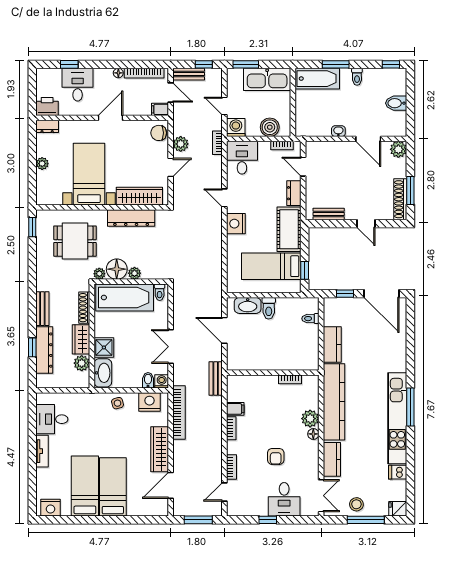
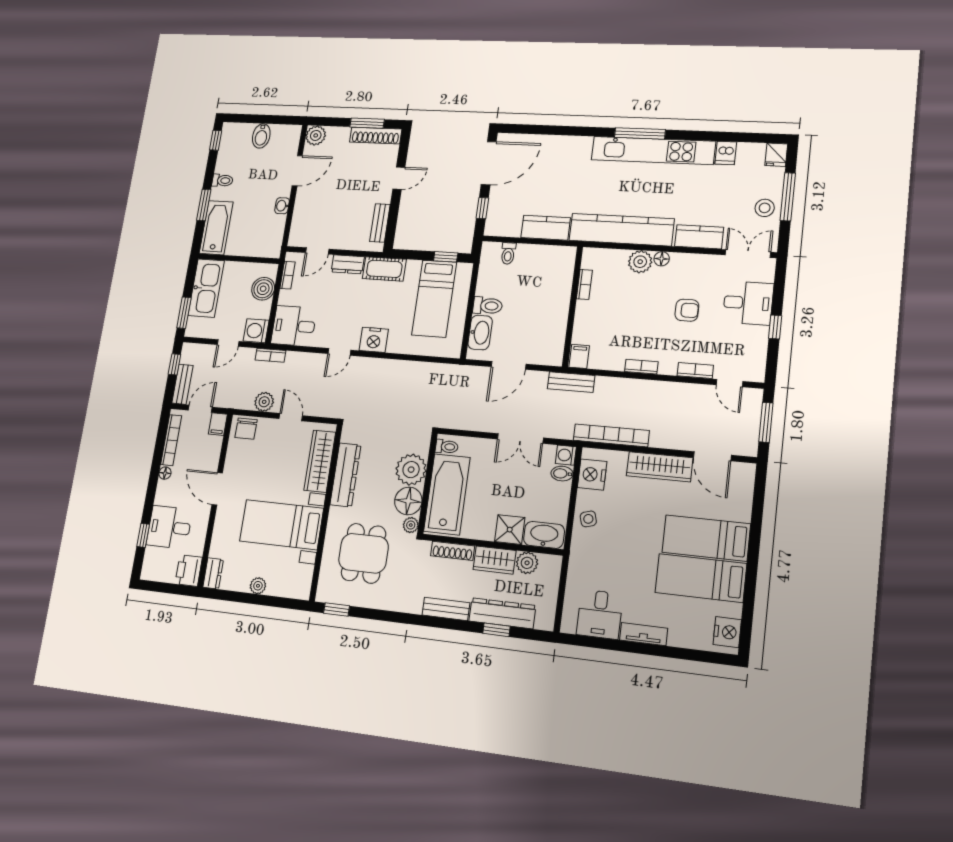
cot: (289, 229) -> (384, 269), width x0.73, depth x0.75
plant: (134, 273) -> (411, 470), width x1.87, depth x1.87
filing cabinet: (235, 409) -> (579, 356), moved

